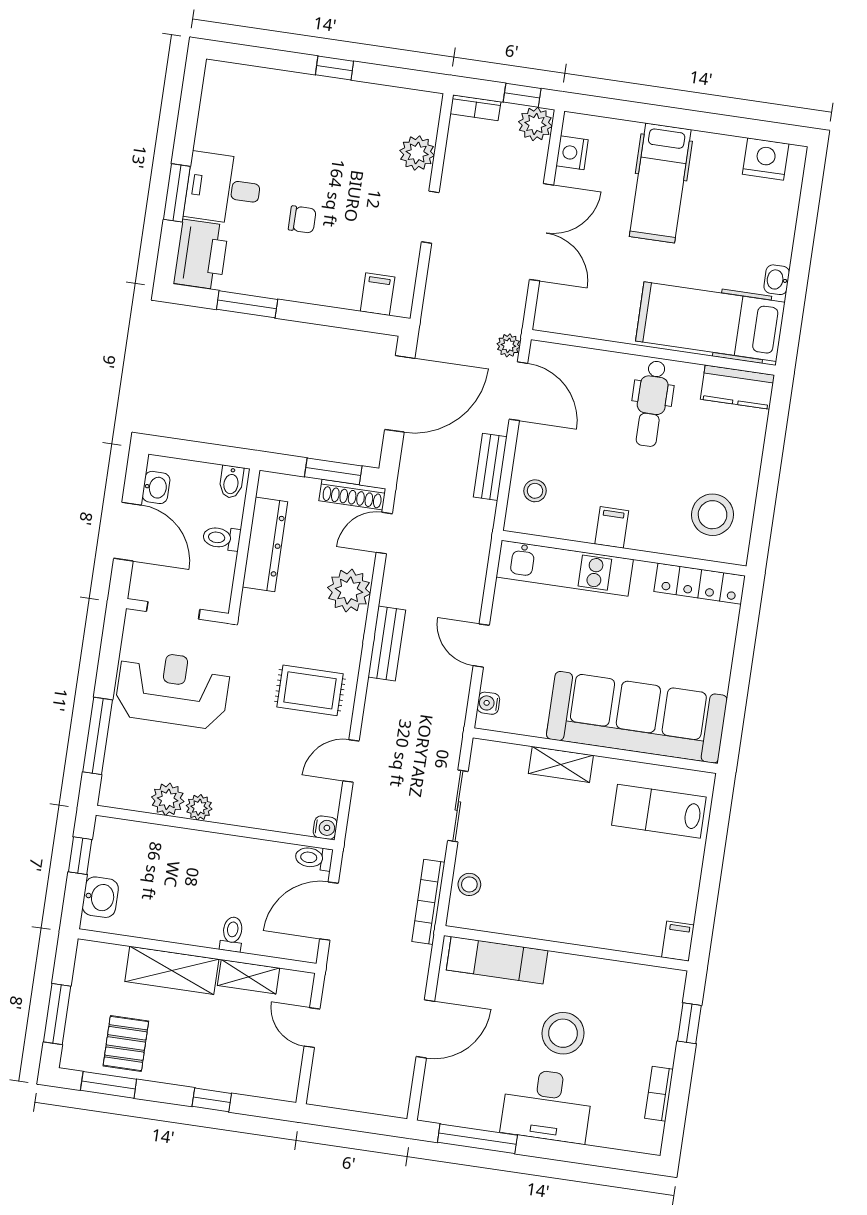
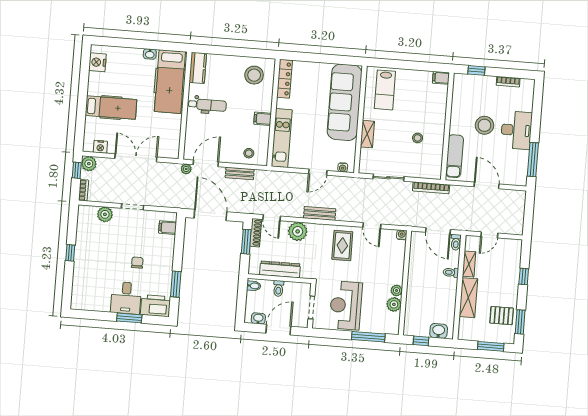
toilet: (314, 858) -> (456, 242), moved
stool: (469, 884) -> (418, 138), moved

